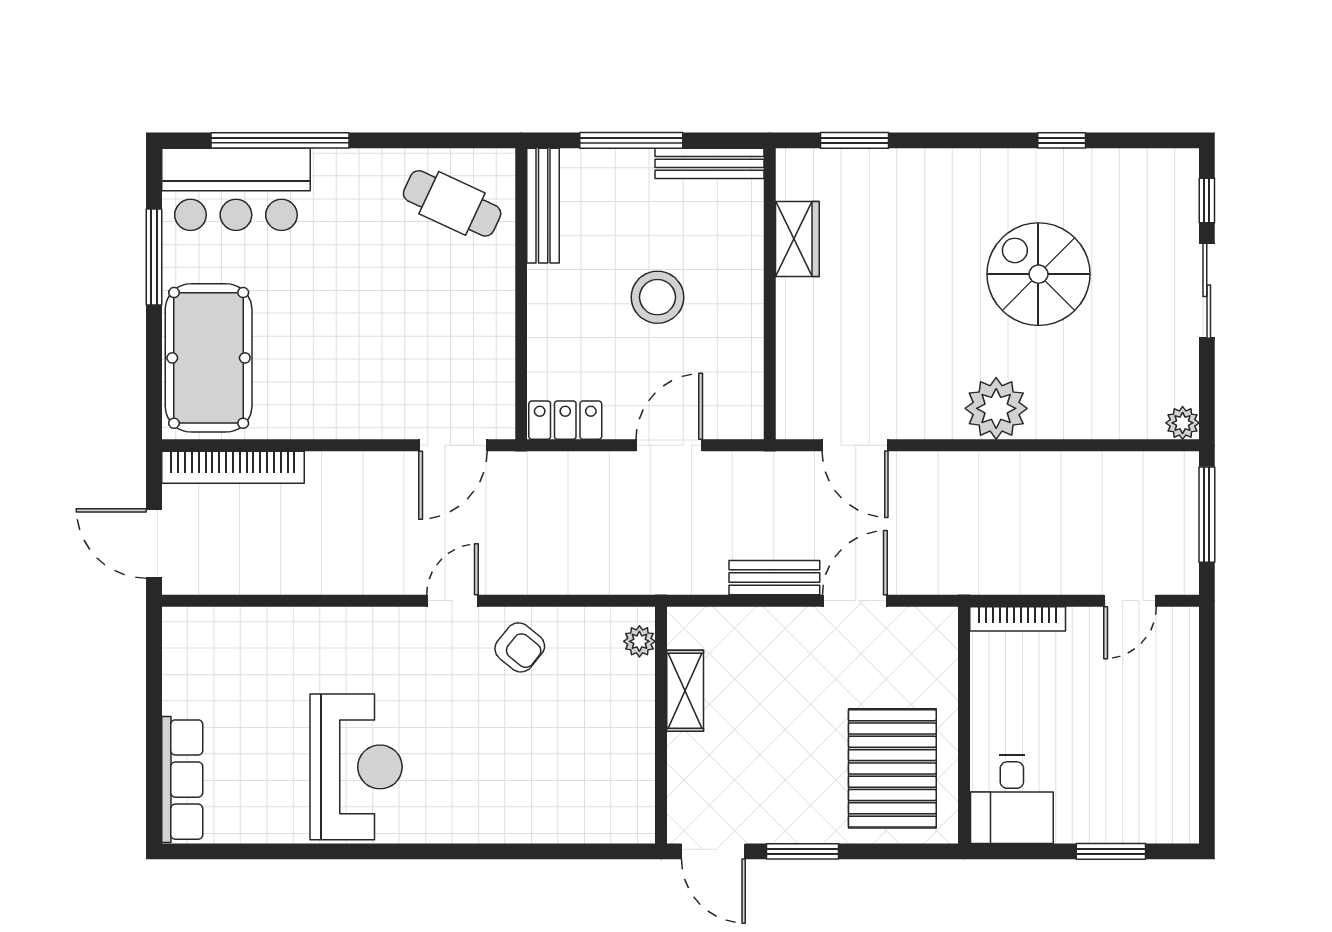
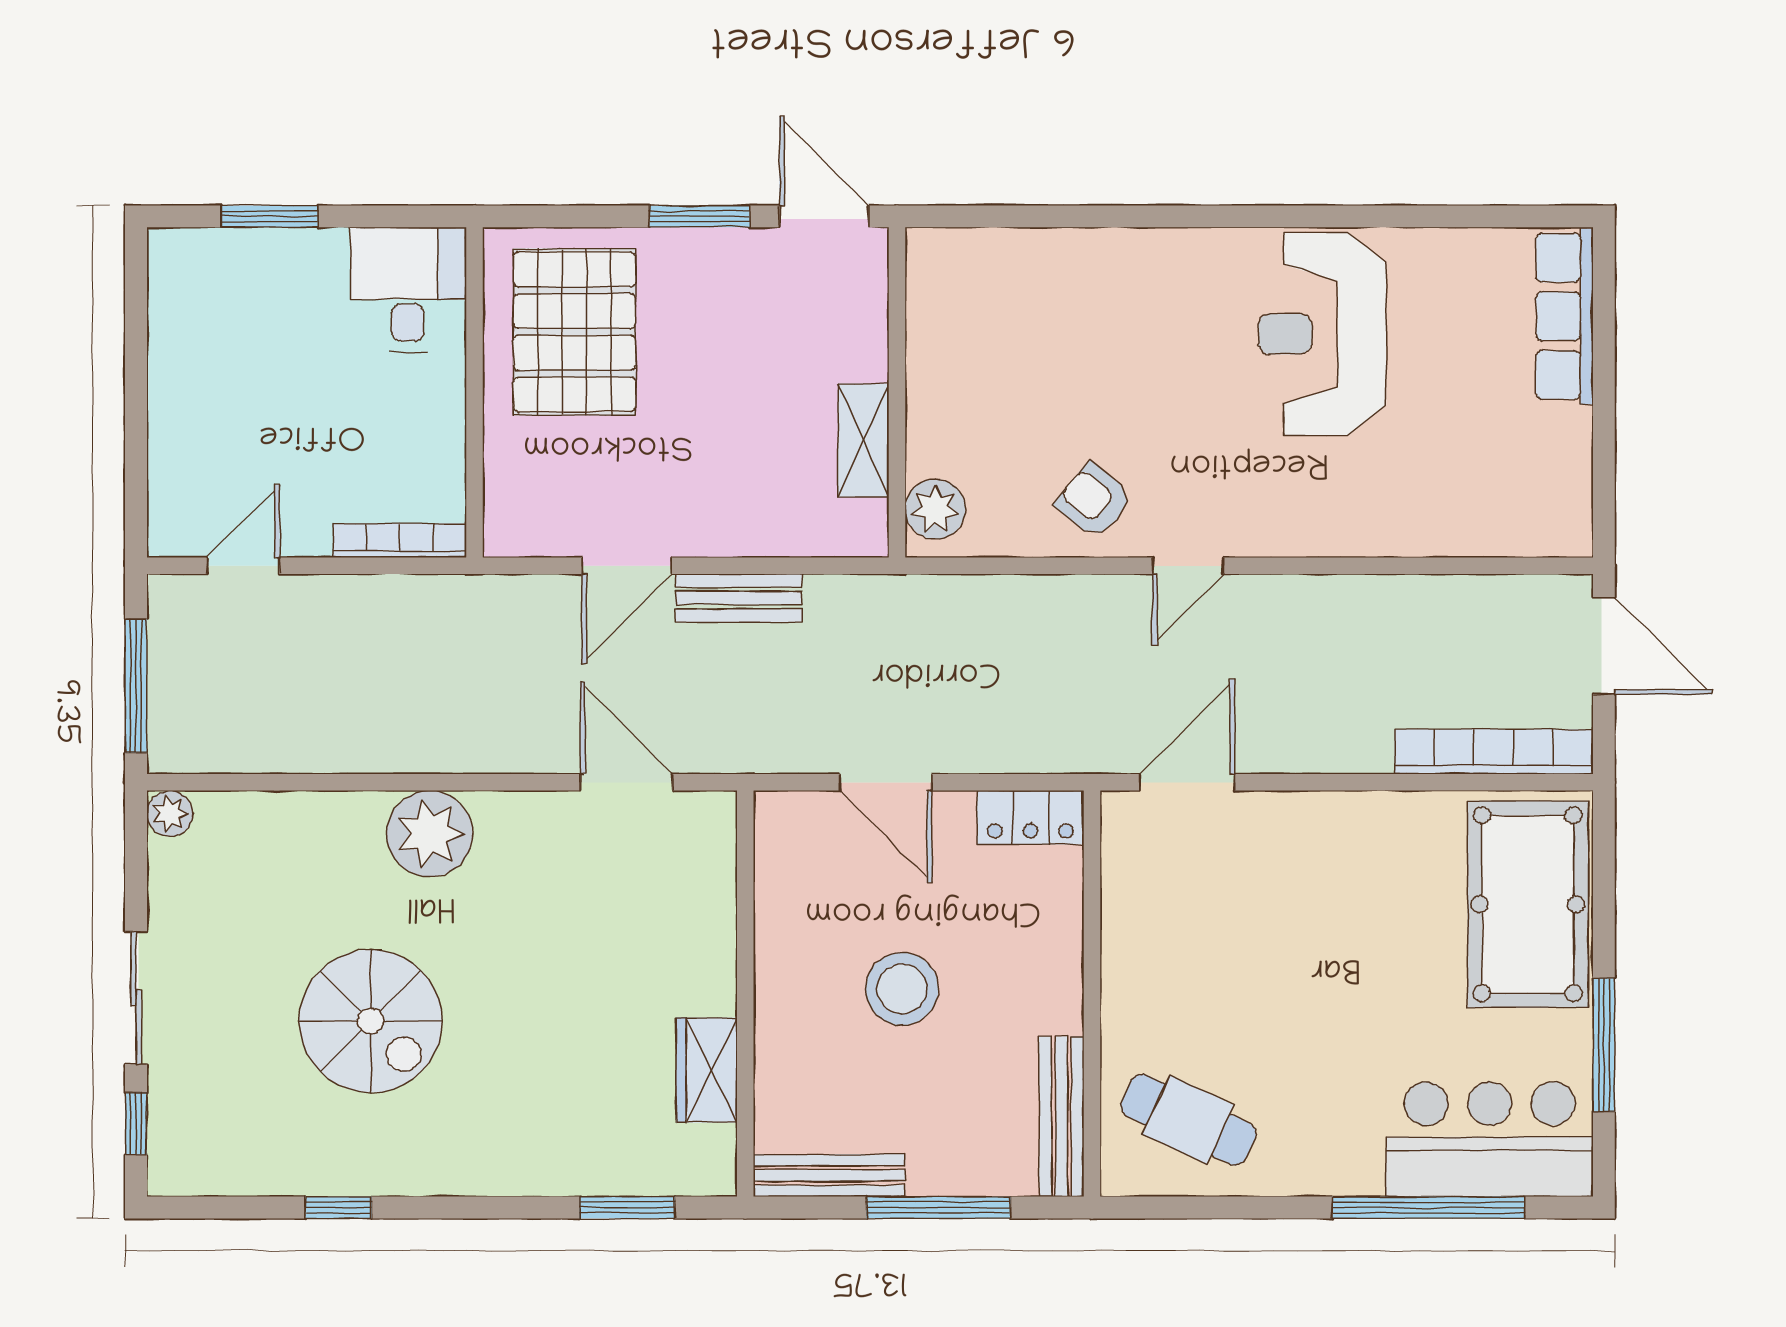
door: (669, 445) -> (886, 782), hinge flipped
plant: (639, 641) -> (935, 509), width x1.38, depth x1.38

